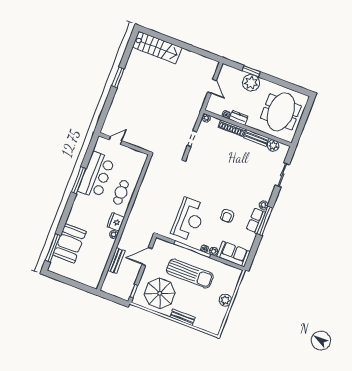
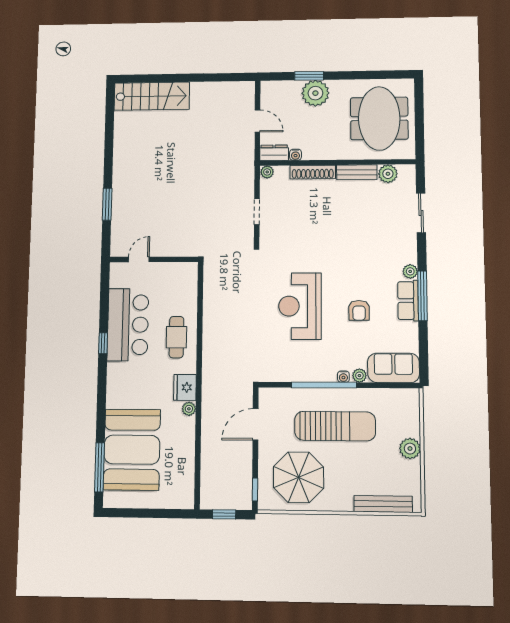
window: (118, 77) -> (107, 204), moved
dresser: (239, 118) -> (274, 153), moved
window: (79, 180) -> (103, 343), width x0.46
reception desk: (189, 219) -> (300, 306), moved, turned 180
booth: (70, 243) -> (132, 450), width x1.36, depth x1.42
bench: (116, 261) -> (209, 450), removed
window: (112, 298) -> (224, 514), added
bench: (183, 317) -> (383, 504), moved, width x1.36

